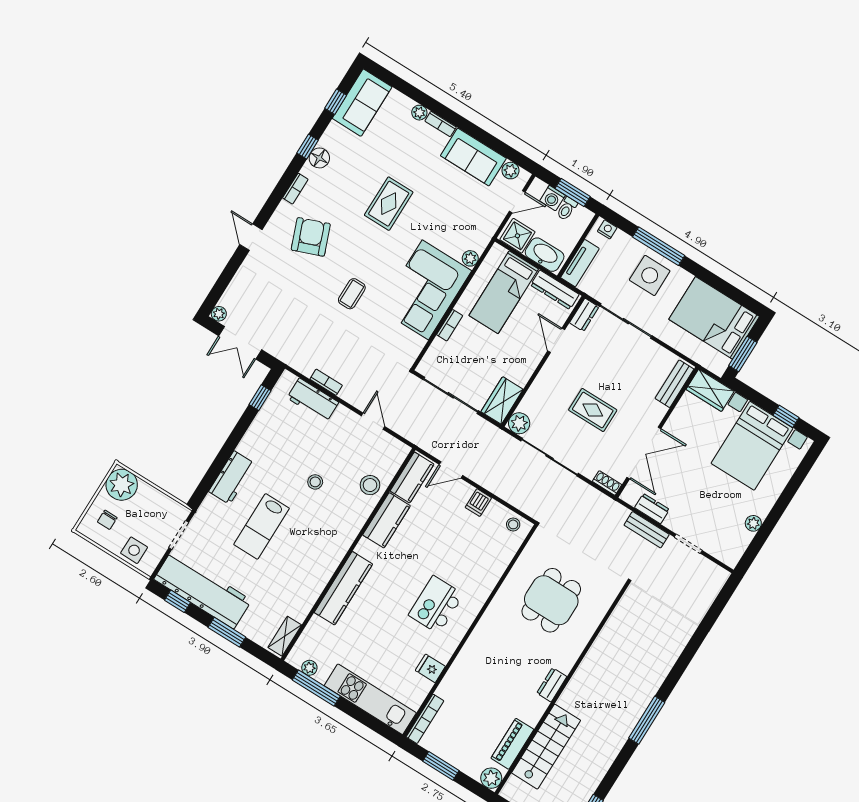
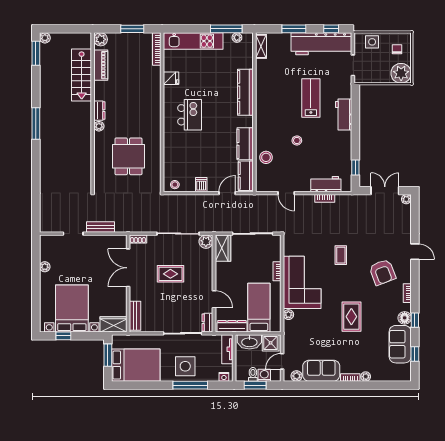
sofa: (362, 103) -> (400, 344), moved
dresser: (652, 509) -> (105, 240), removed
plant: (565, 665) -> (99, 126), added

